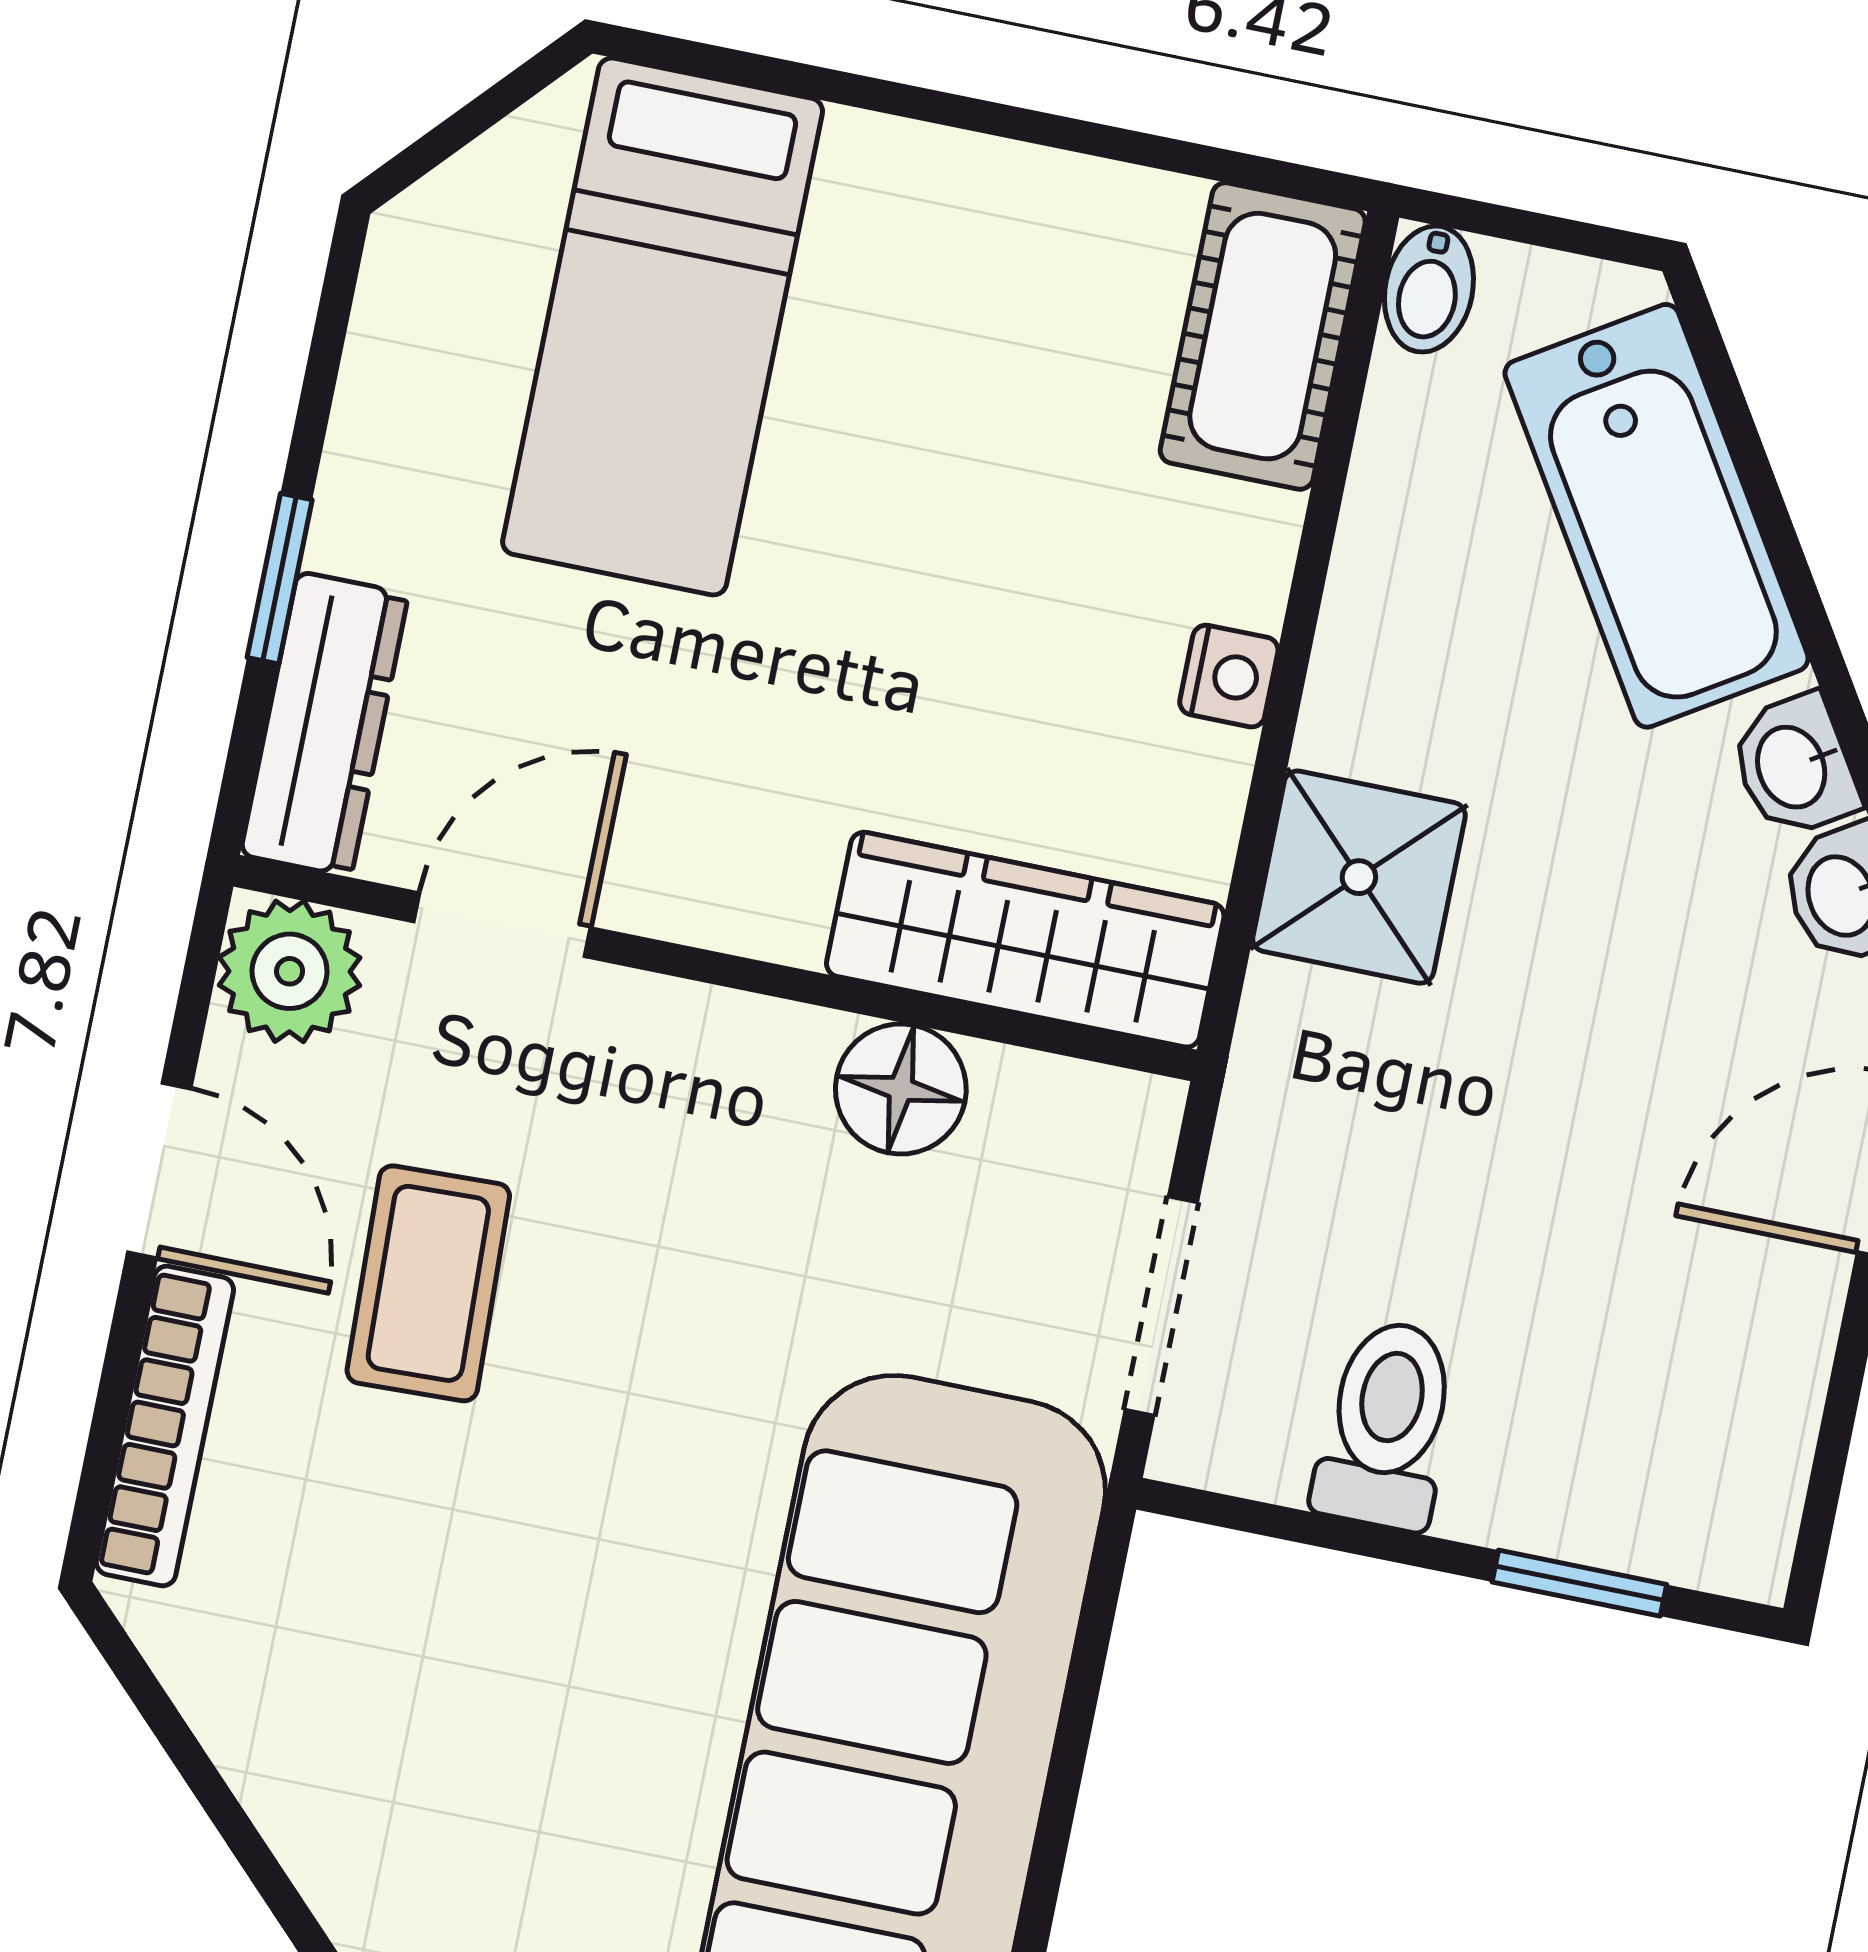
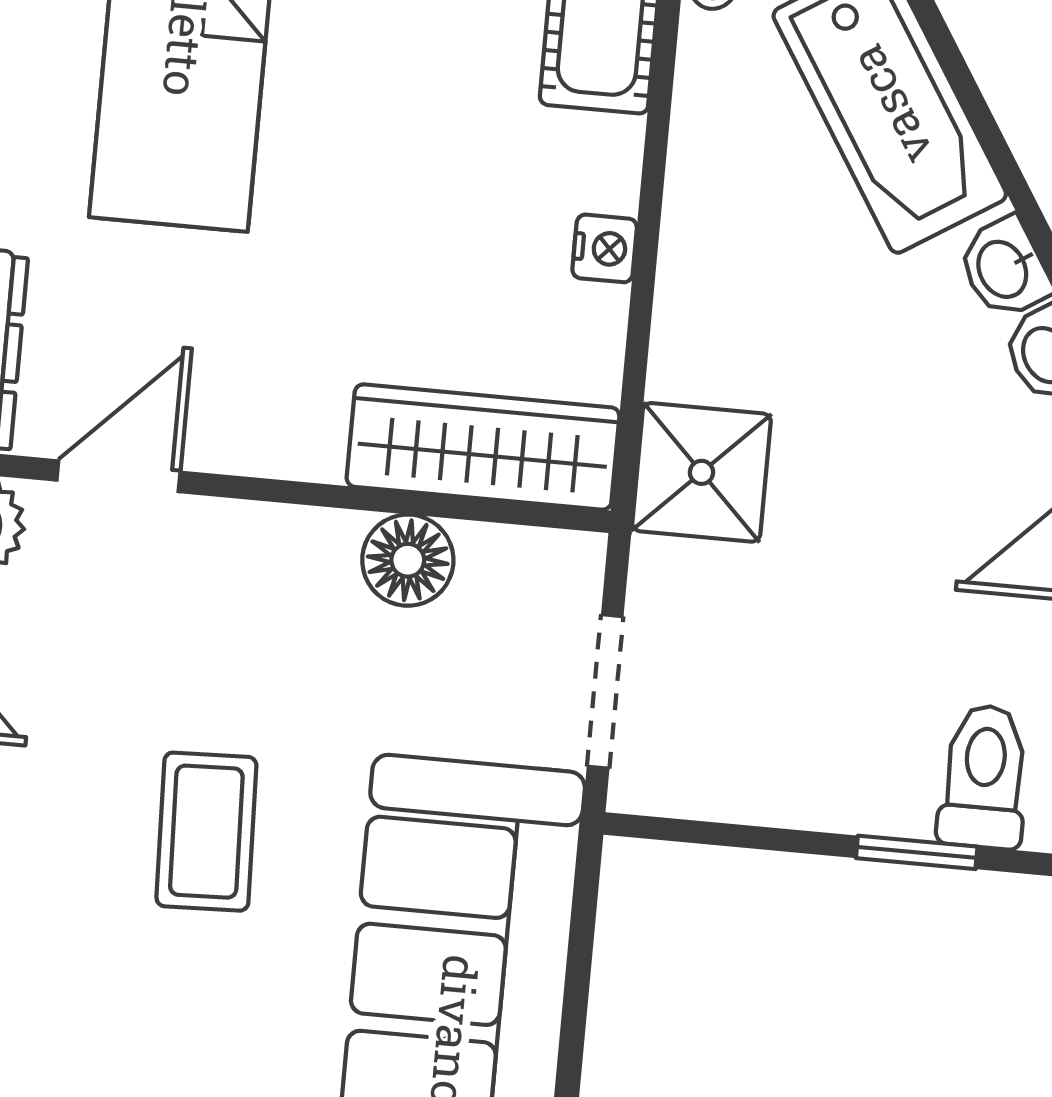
shower: (1359, 877) -> (701, 472), moved
coffee table: (428, 1283) -> (206, 832), moved
toilet: (1386, 1425) -> (984, 777), moved

